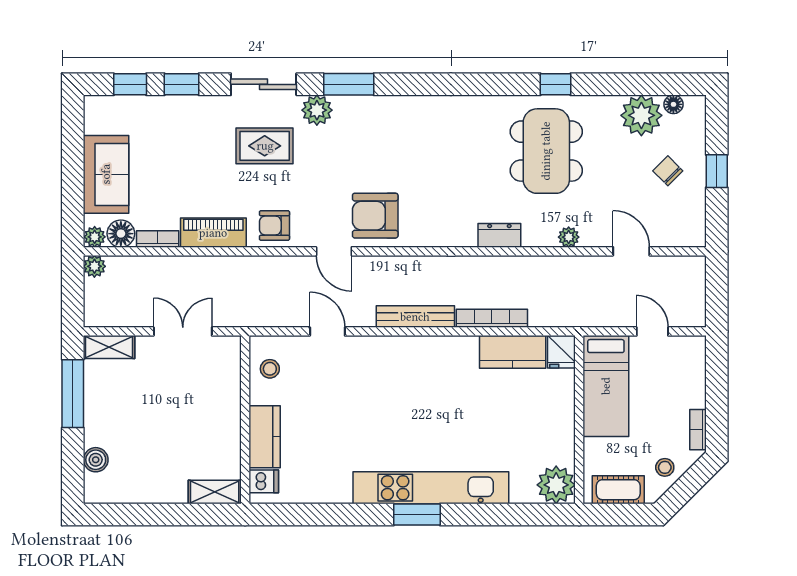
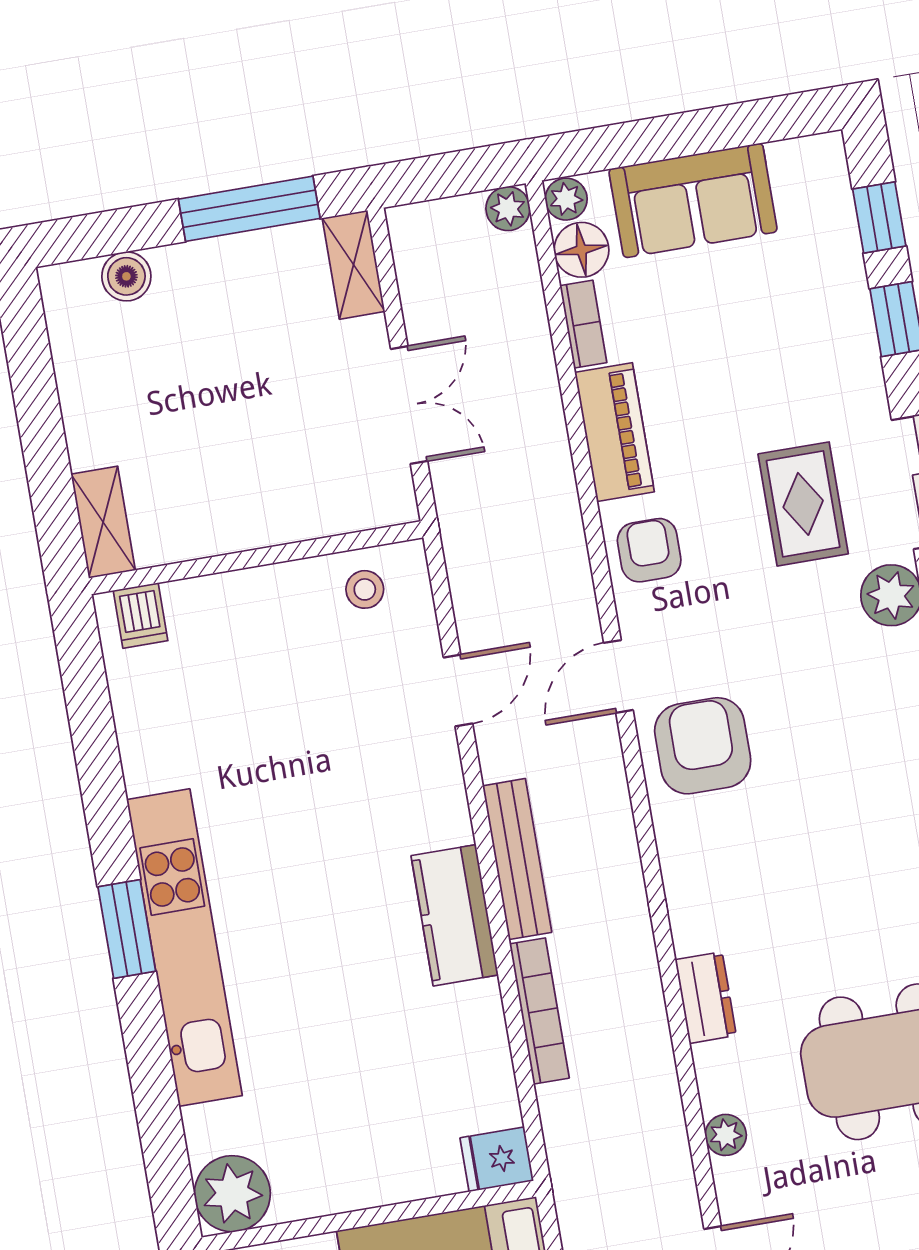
kitchen counter: (513, 352) -> (455, 915), moved
kitchen counter: (265, 437) -> (229, 602), removed

